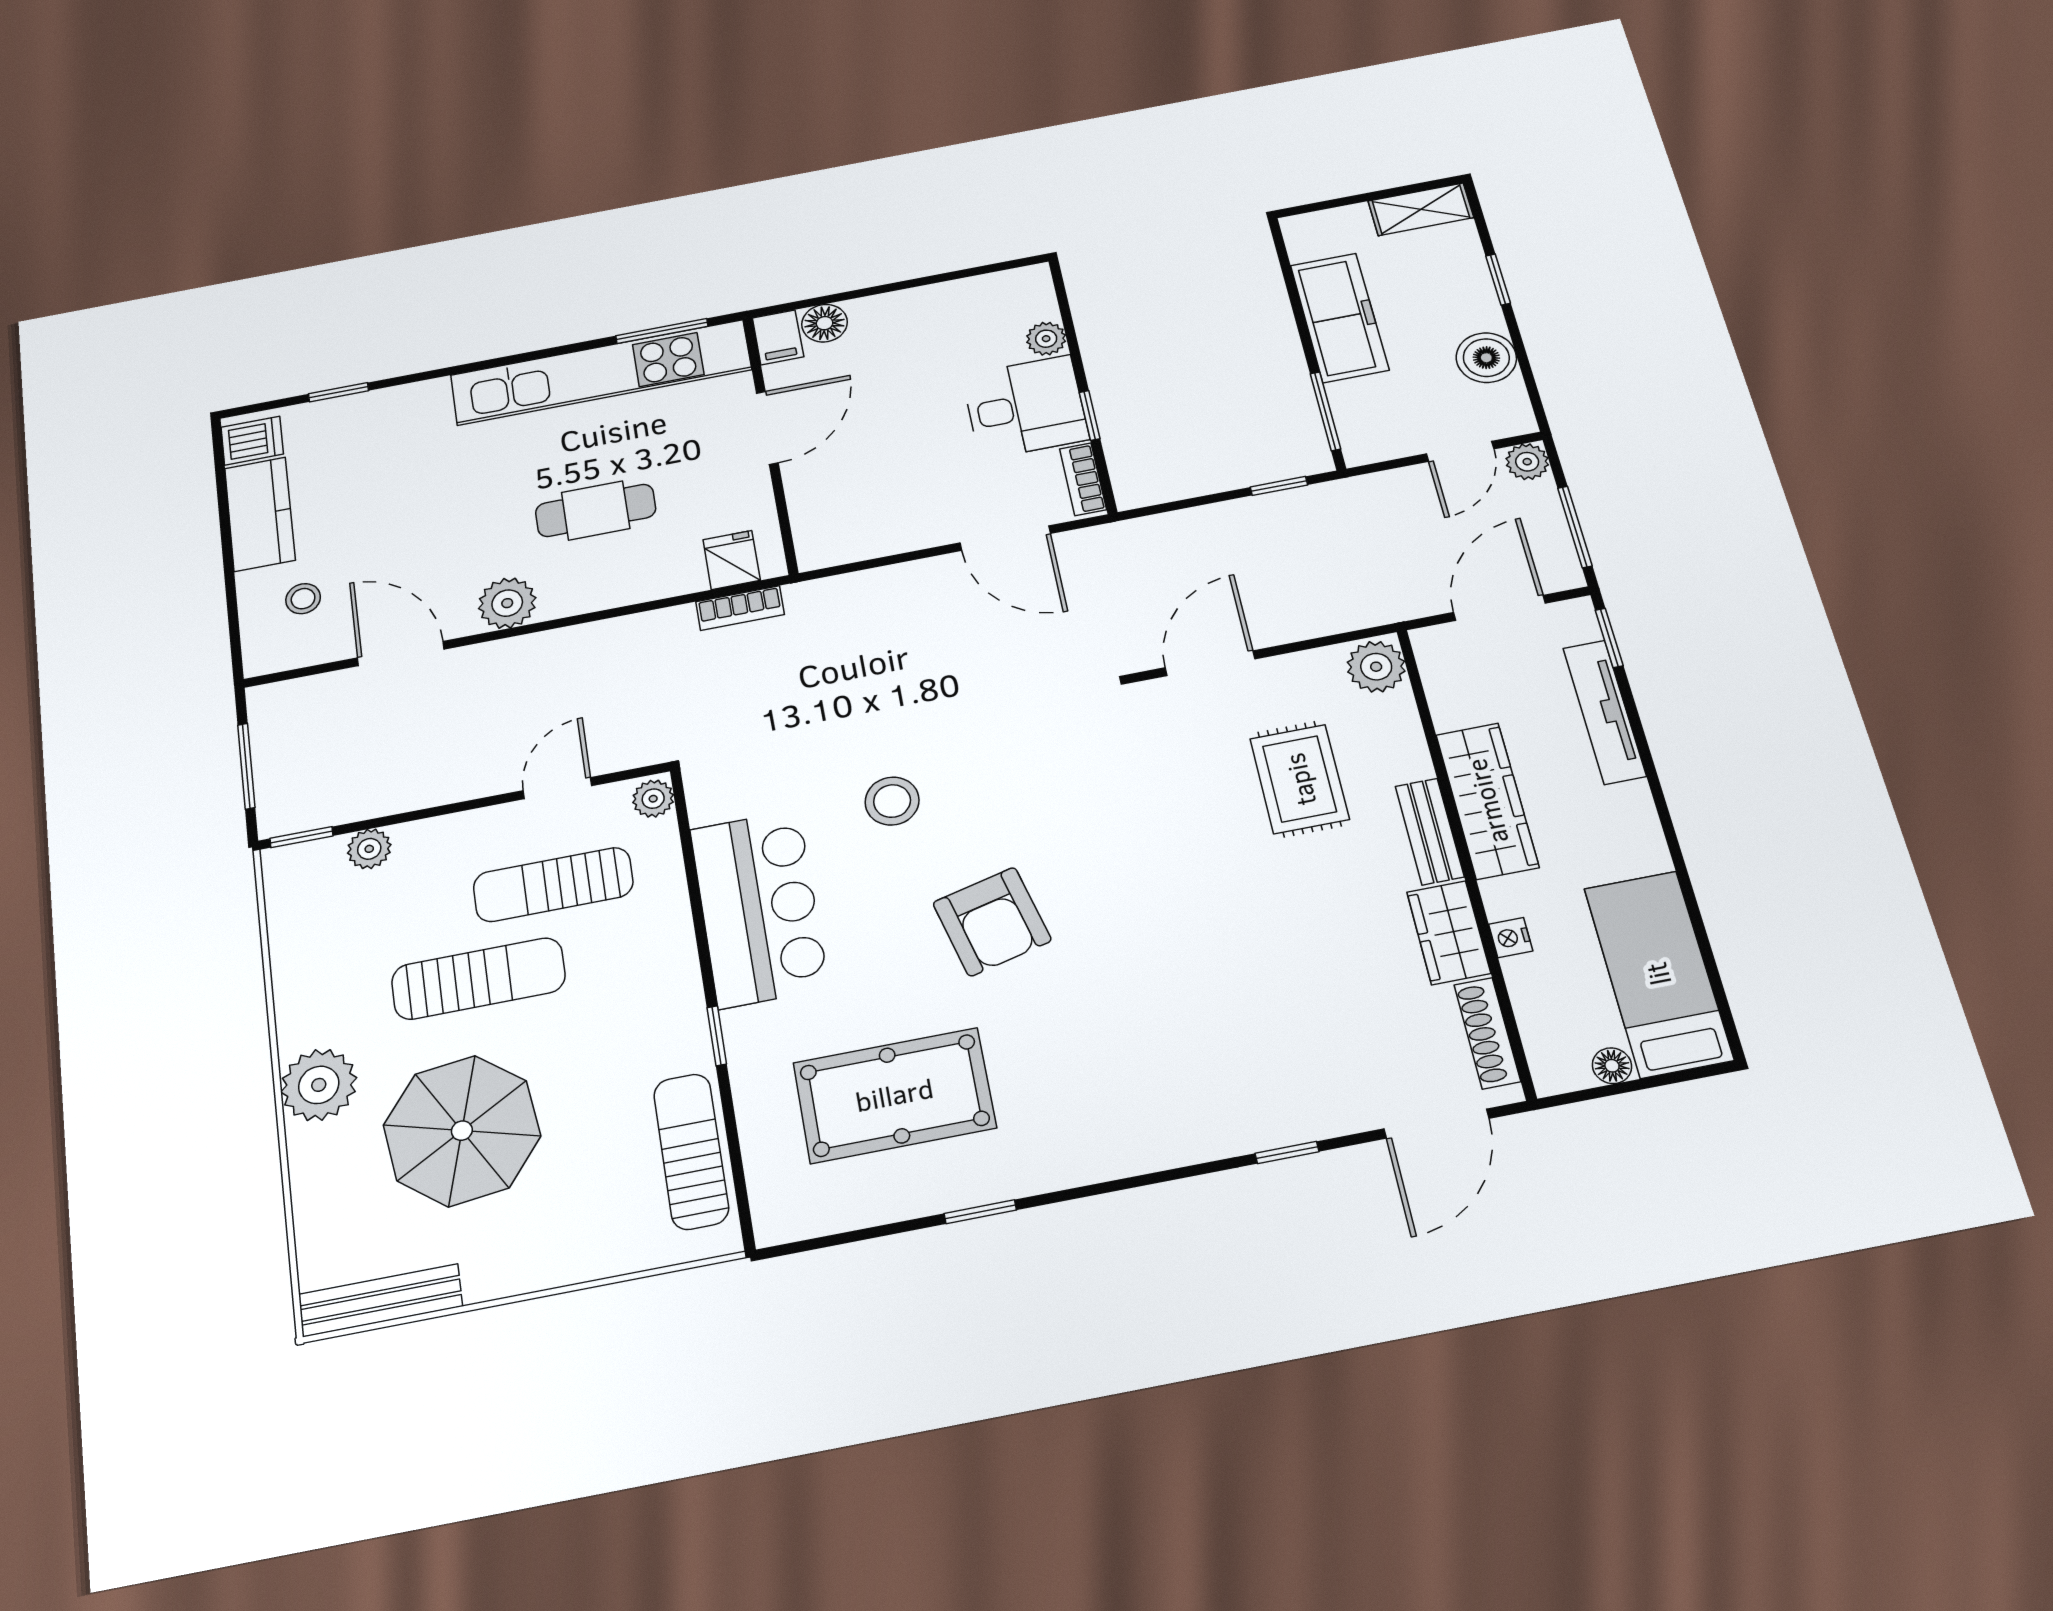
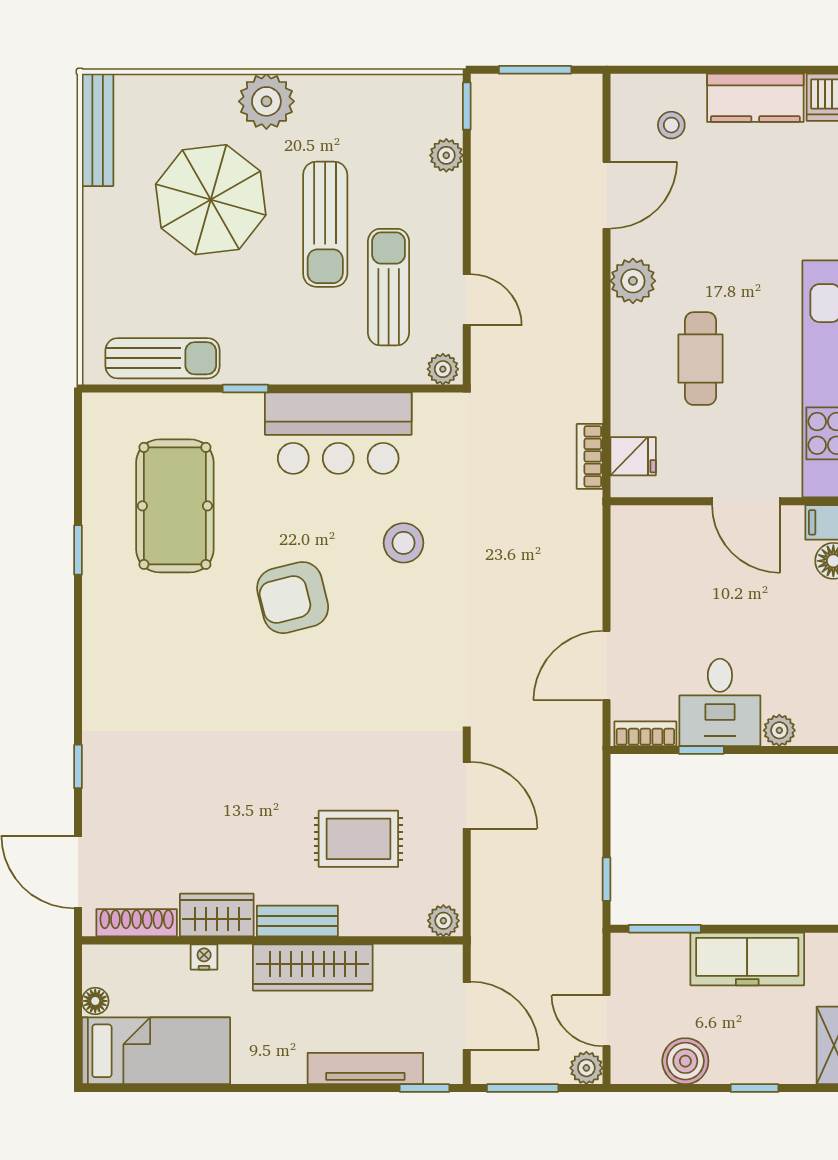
plant: (1376, 667) -> (443, 921), width x0.73, depth x0.73

